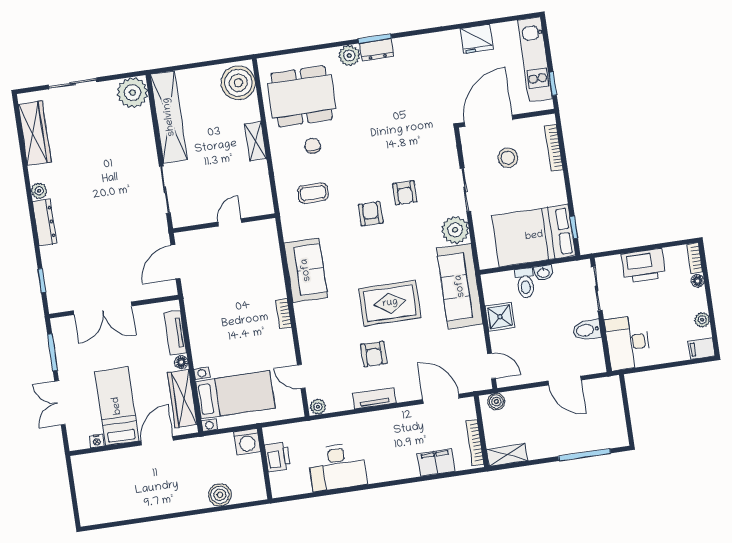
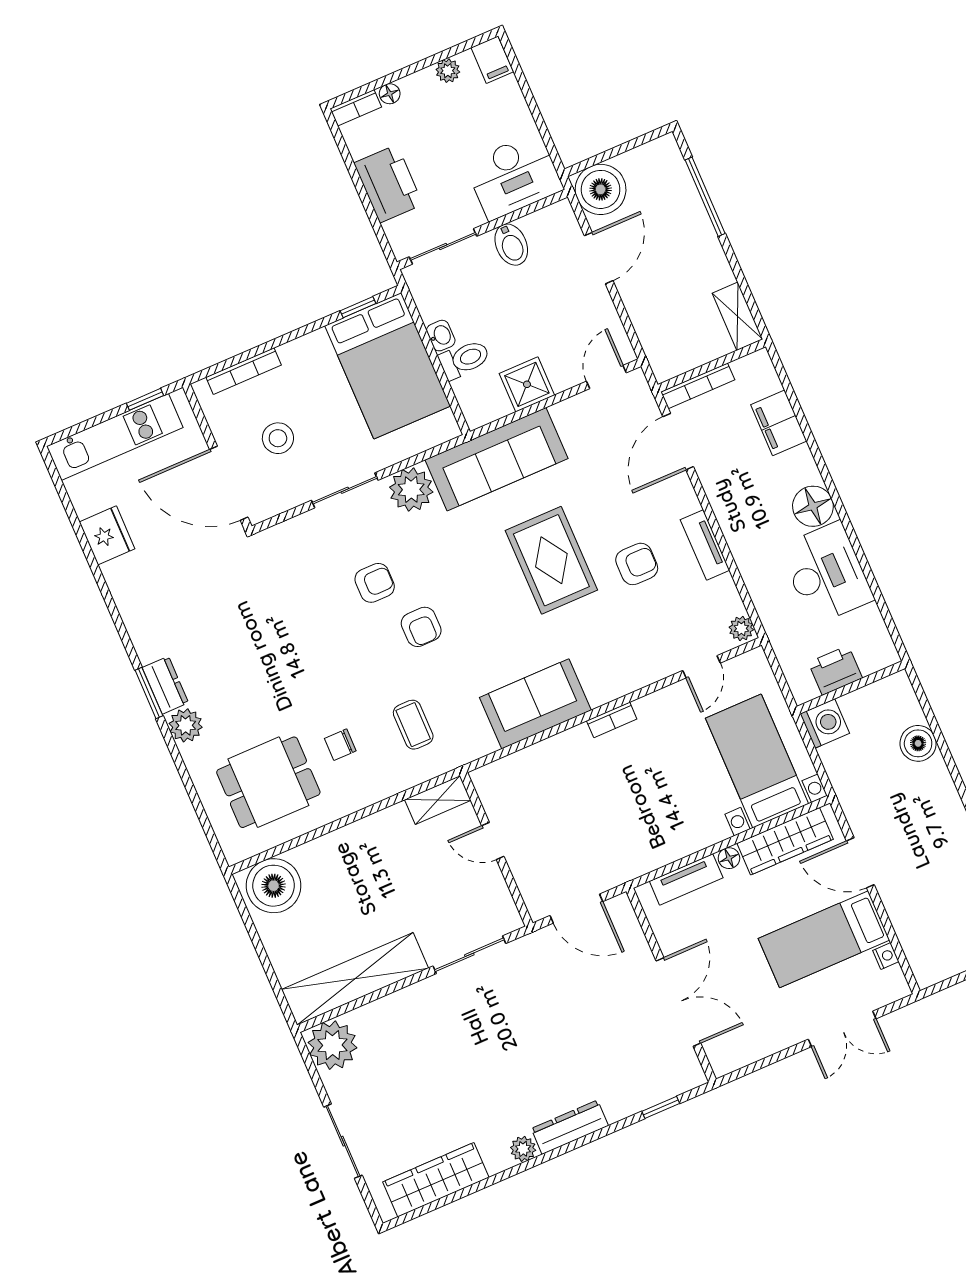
dining table: (302, 96) -> (268, 782), width x0.73
shelving: (255, 141) -> (438, 800), moved
armchair: (371, 214) -> (421, 627), turned -90
window: (52, 352) -> (767, 1061), removed
boiler: (496, 402) -> (601, 189), moved, width x1.86, depth x1.86
bookcase: (475, 443) -> (698, 386), moved
floor lamp: (380, 470) -> (813, 506), added

